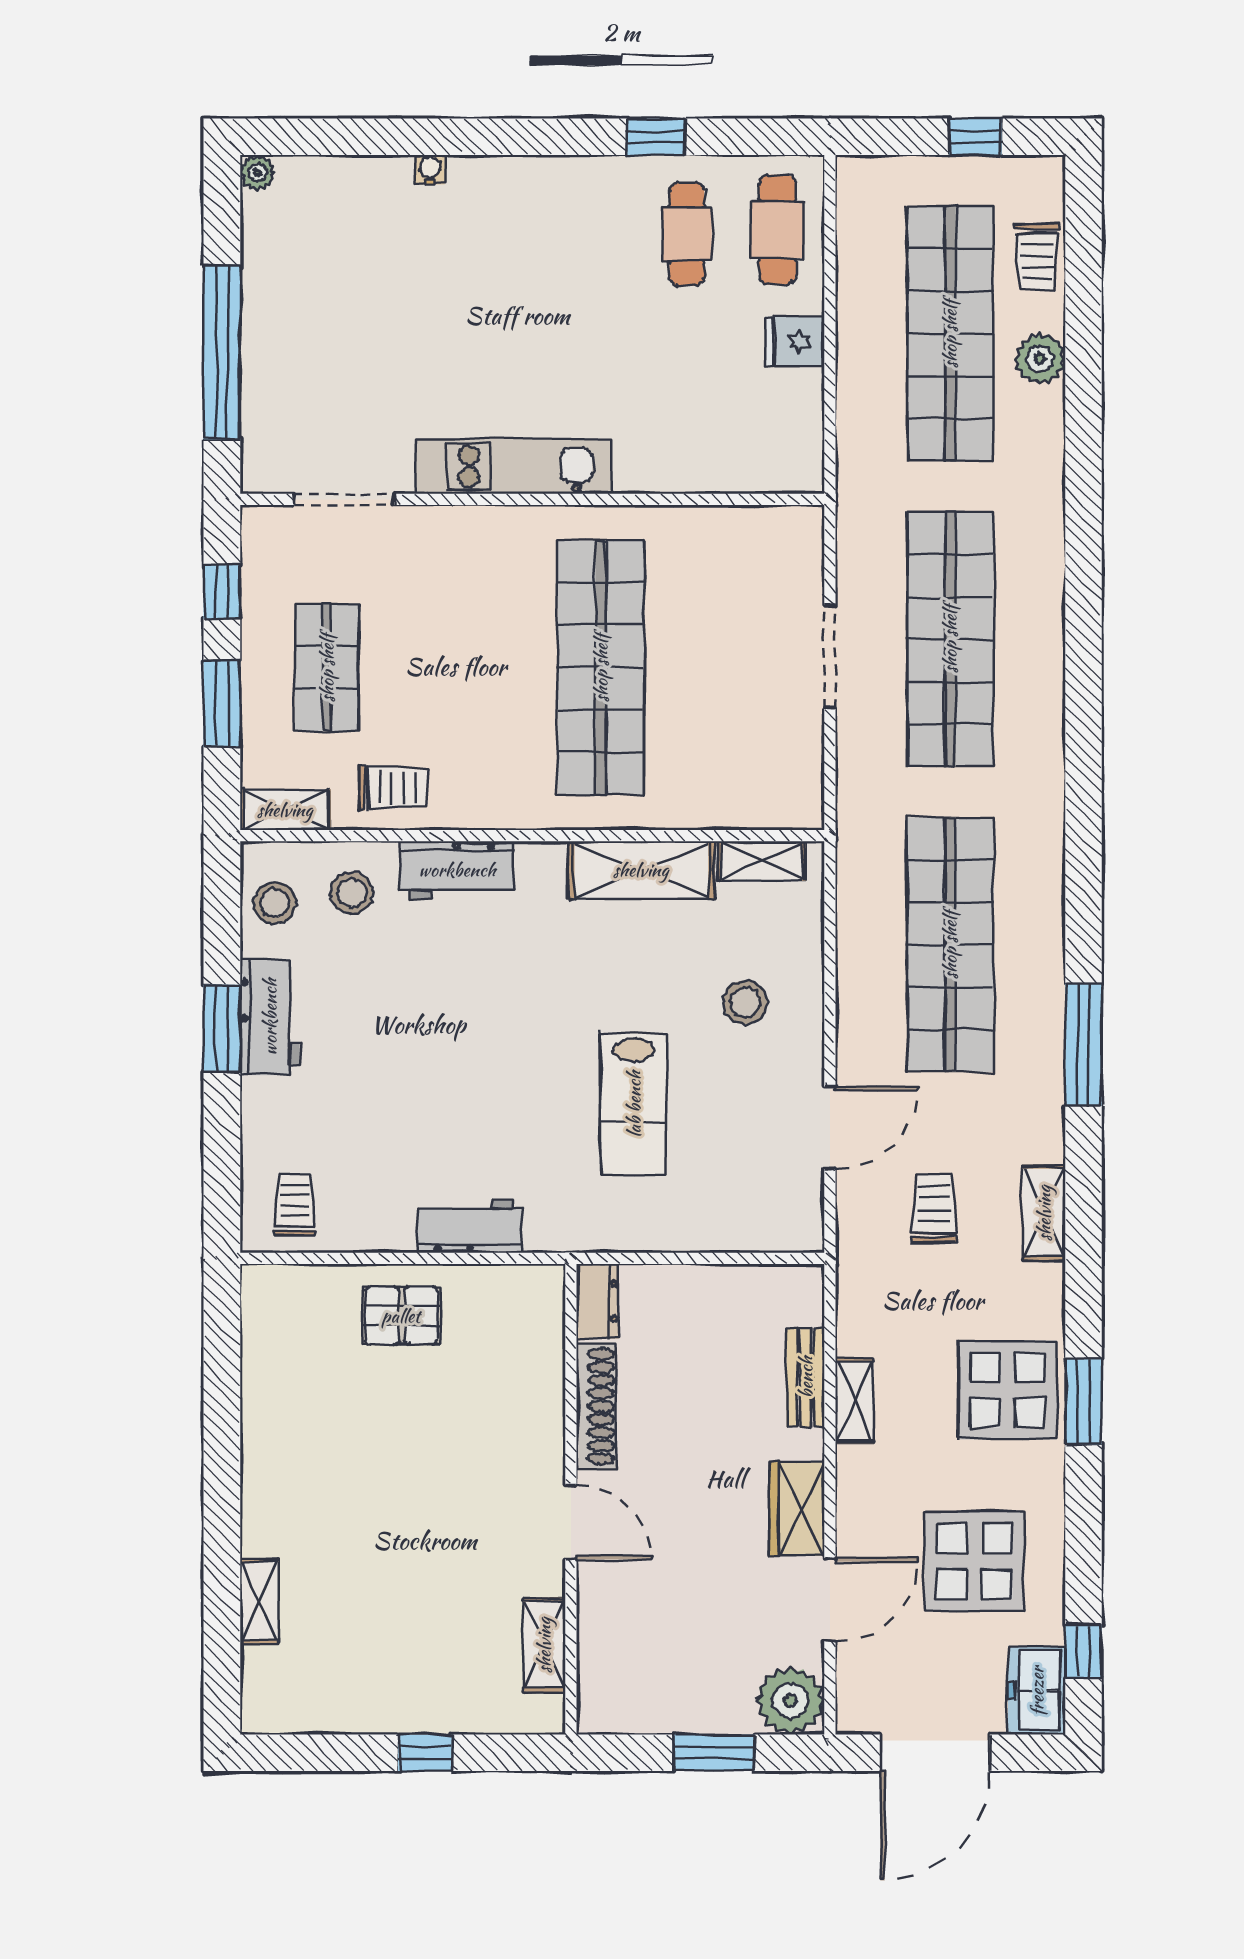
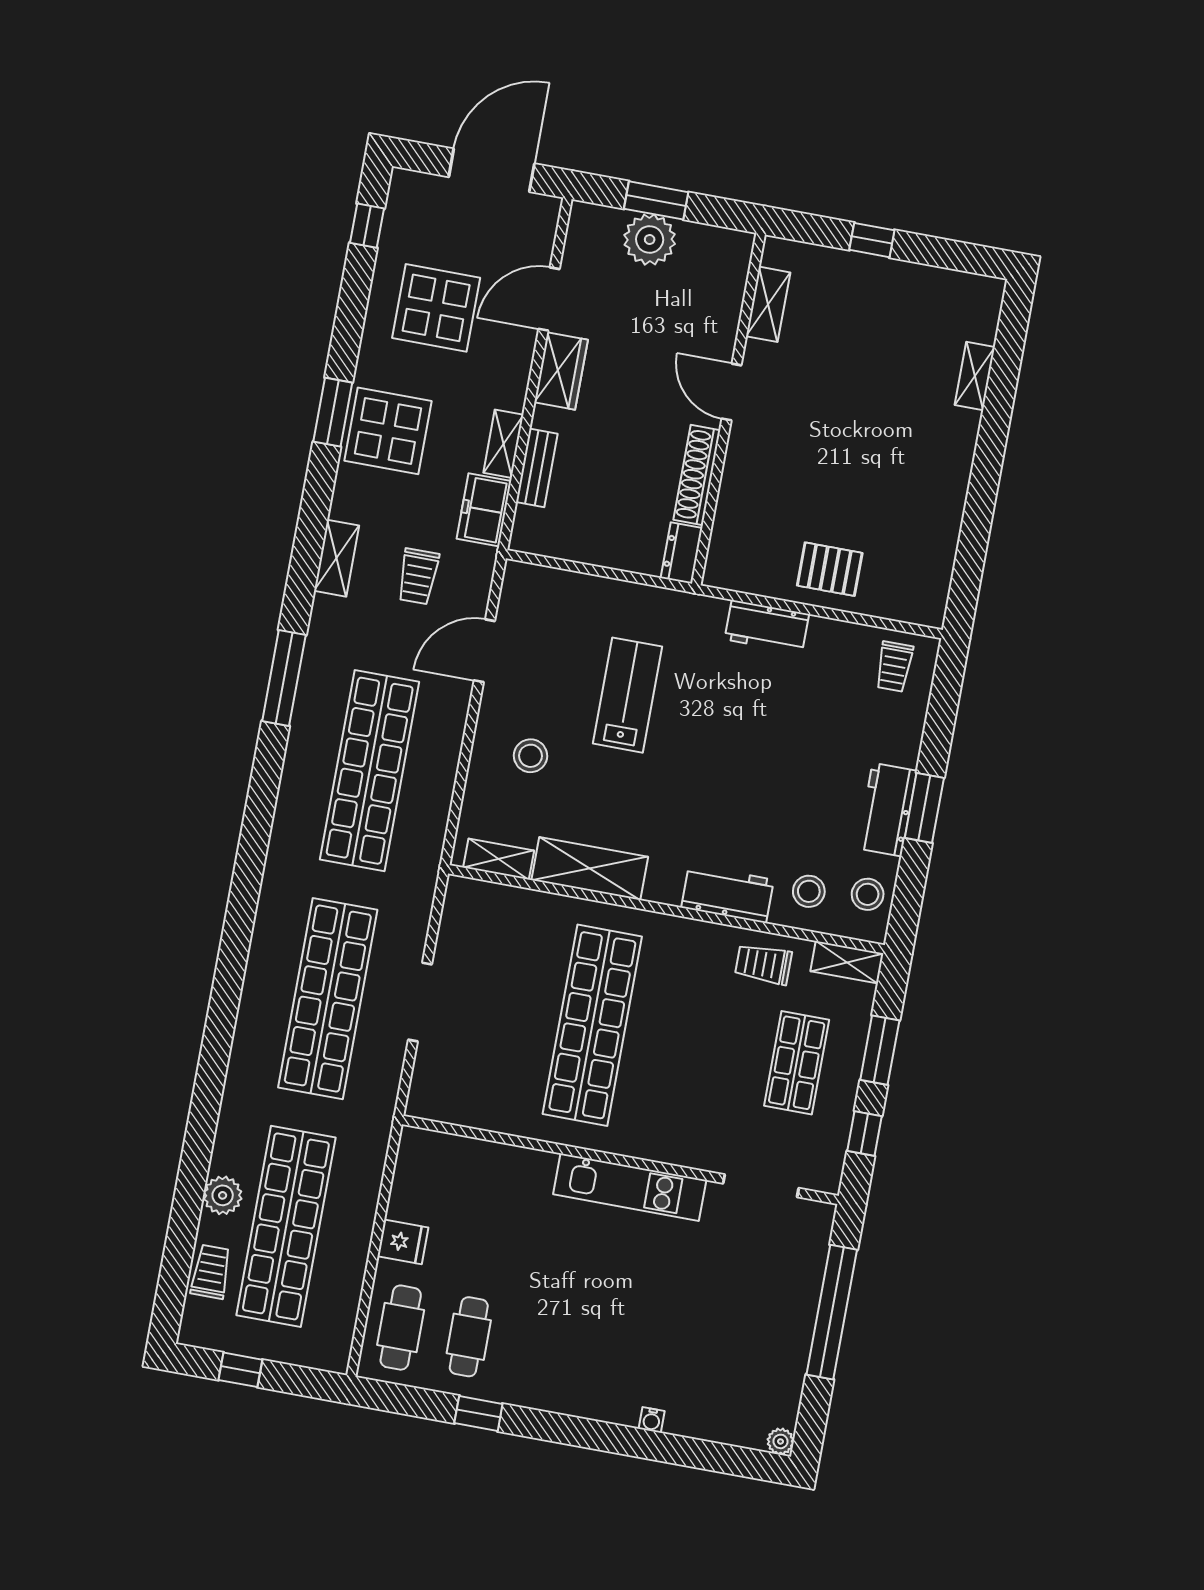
freezer: (1037, 1691) -> (484, 510), moved, turned 180
plant: (790, 1701) -> (650, 240), moved

